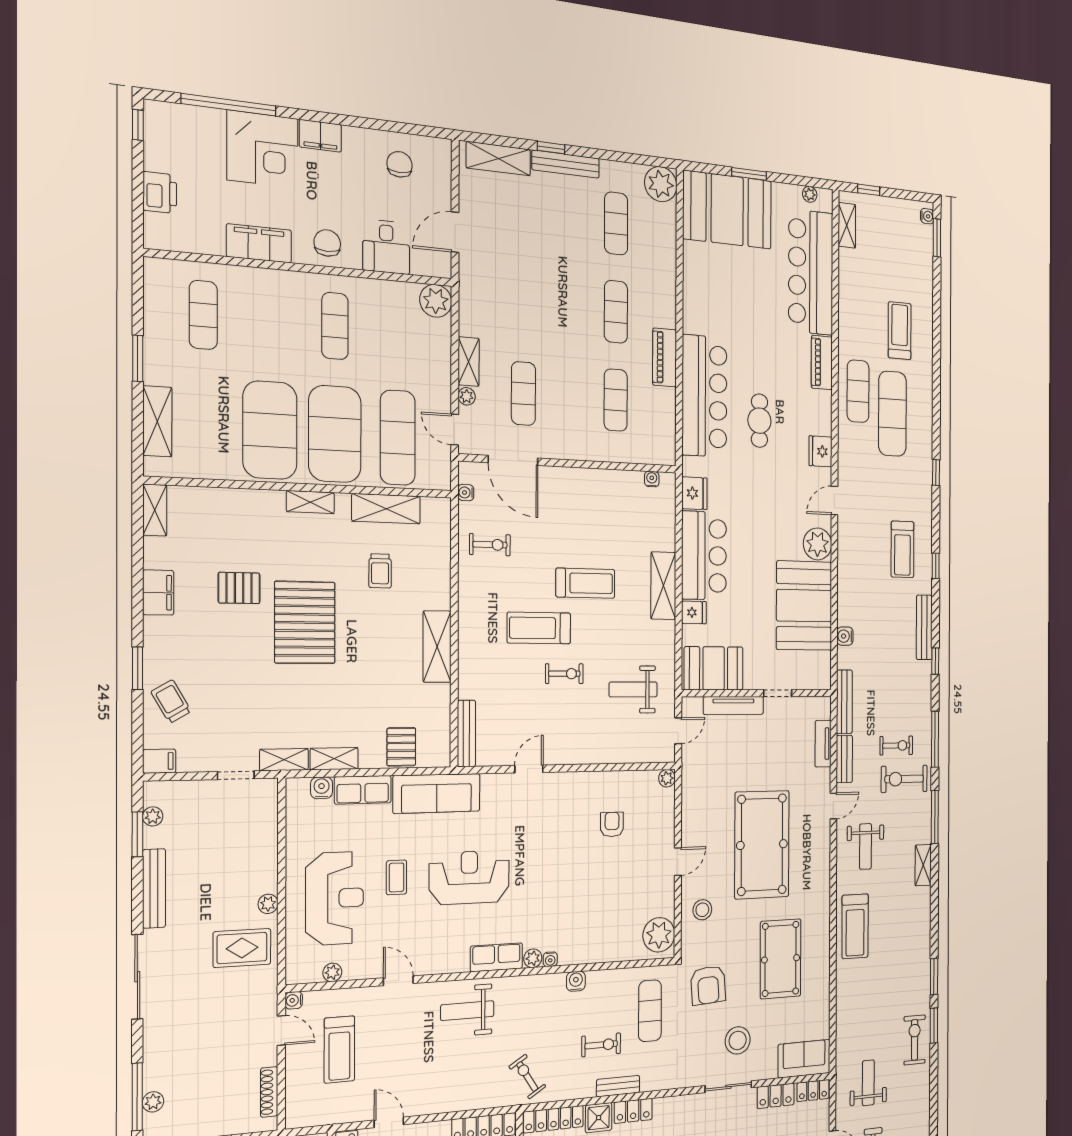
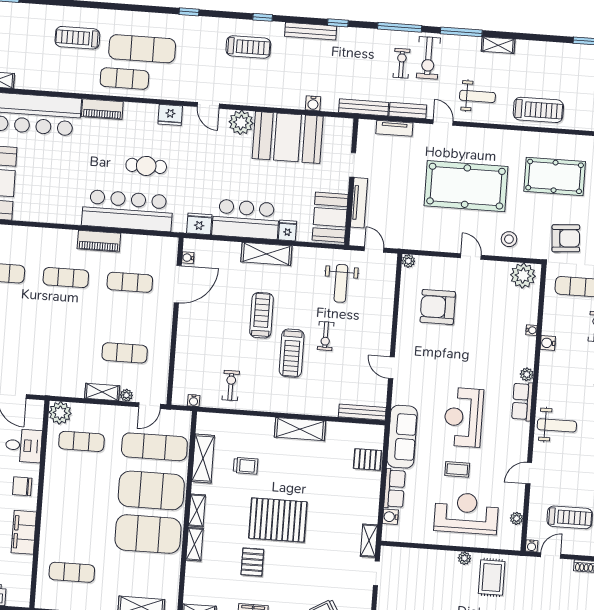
exercise mat: (335, 326) -> (81, 441), moved
door: (513, 460) -> (178, 284), moved
exercise bike: (564, 674) -> (326, 336), turned 180
shelving: (334, 759) -> (195, 544), moved
armchair: (612, 824) -> (438, 307), width x1.88, depth x1.88
water cooler: (550, 959) -> (532, 330), moved
weight bench: (467, 1011) -> (557, 425), turned -90

